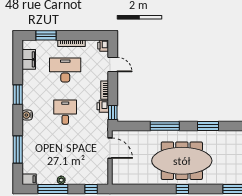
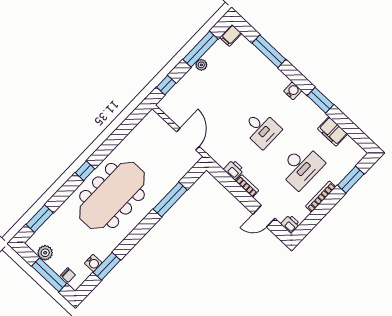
filing cabinet: (29, 59) -> (333, 131), moved
window: (113, 112) -> (219, 173), removed
window: (165, 126) -> (170, 199), moved
window: (208, 126) -> (107, 266), moved
water cooler: (230, 135) -> (93, 263), added
door: (110, 148) -> (188, 139), swing flipped

